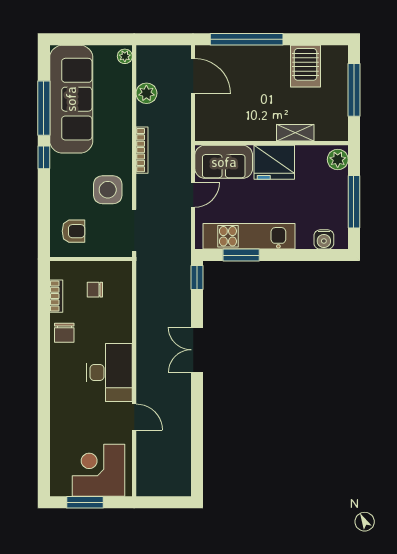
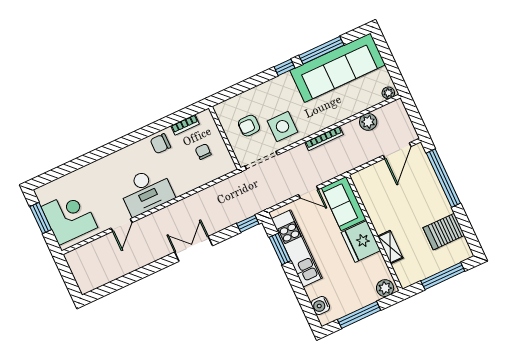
armchair: (73, 231) -> (249, 126), moved, turned 90

